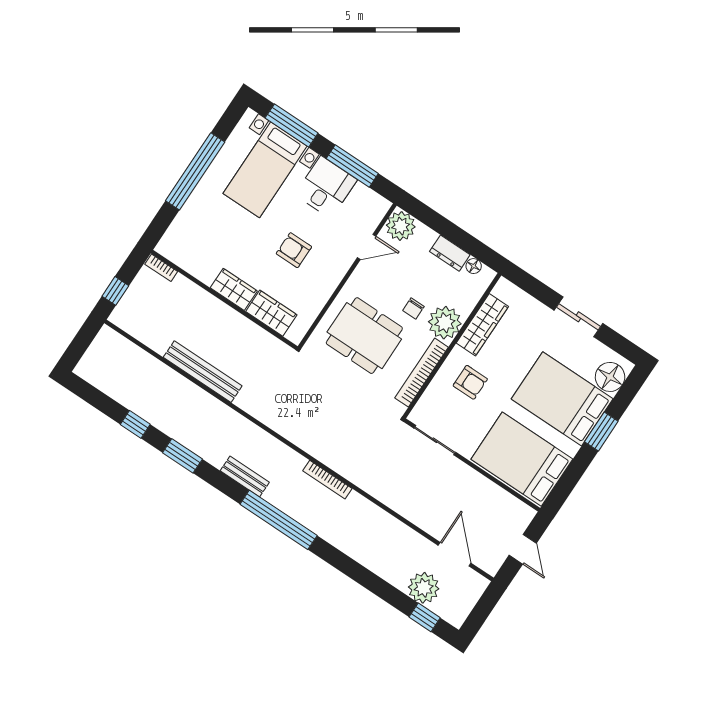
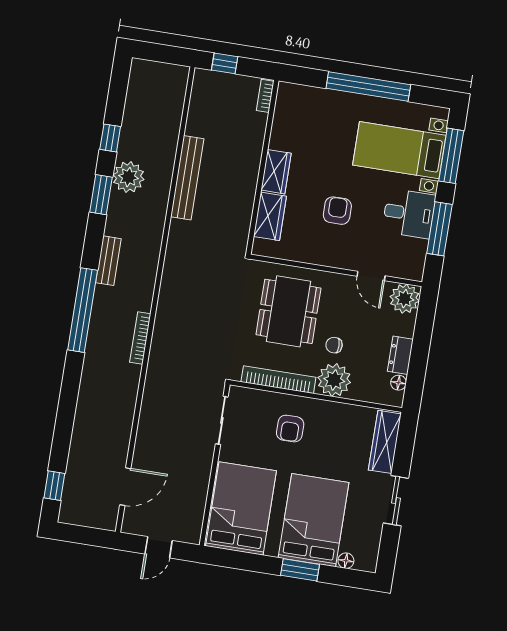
wardrobe: (482, 325) -> (385, 442), moved, turned 90
floor lamp: (610, 377) -> (346, 561), width x0.53, depth x0.53
plant: (424, 588) -> (129, 177), moved

